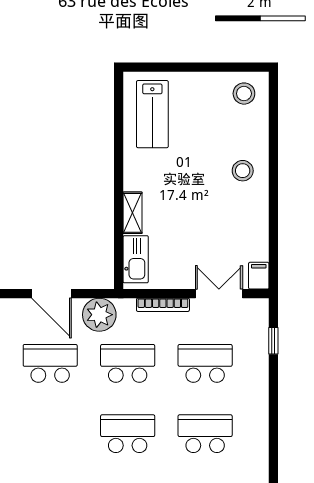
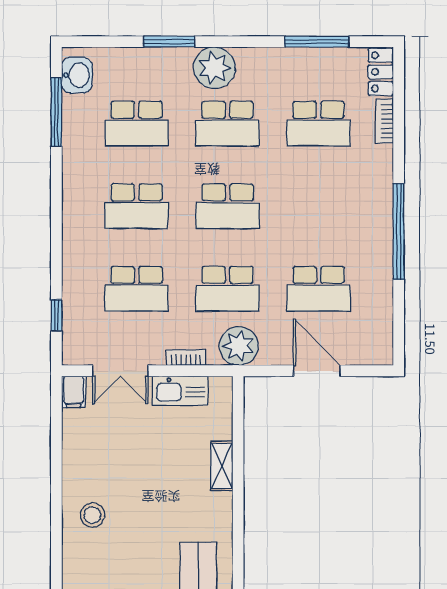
kitchen sink: (136, 259) -> (180, 391), moved, turned -90
bookcase: (163, 305) -> (186, 358), width x0.64
plant: (99, 315) -> (239, 346), moved

